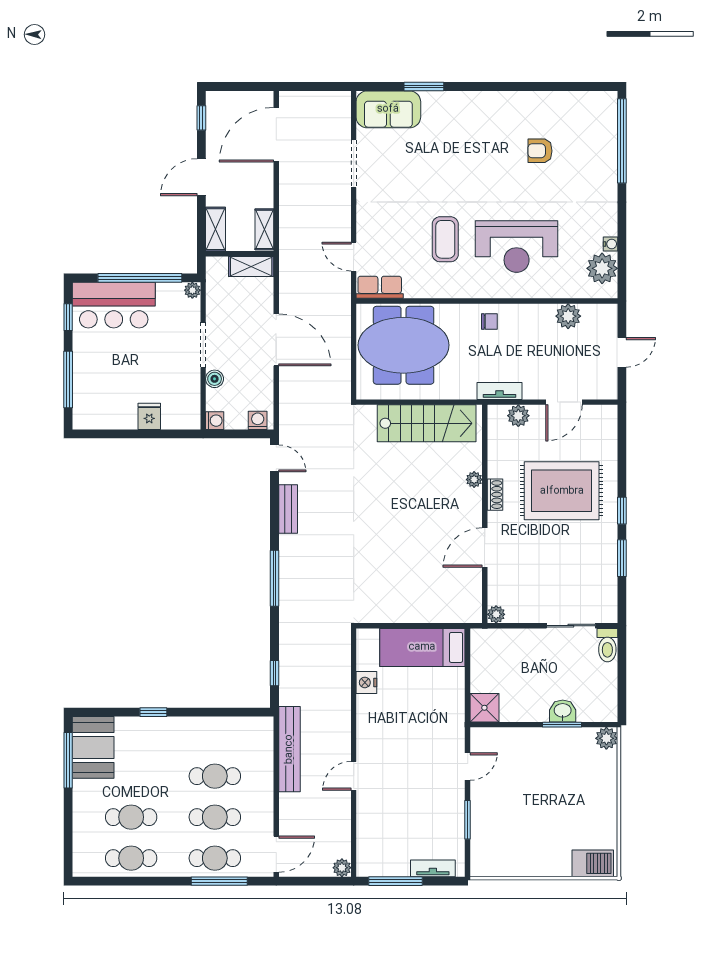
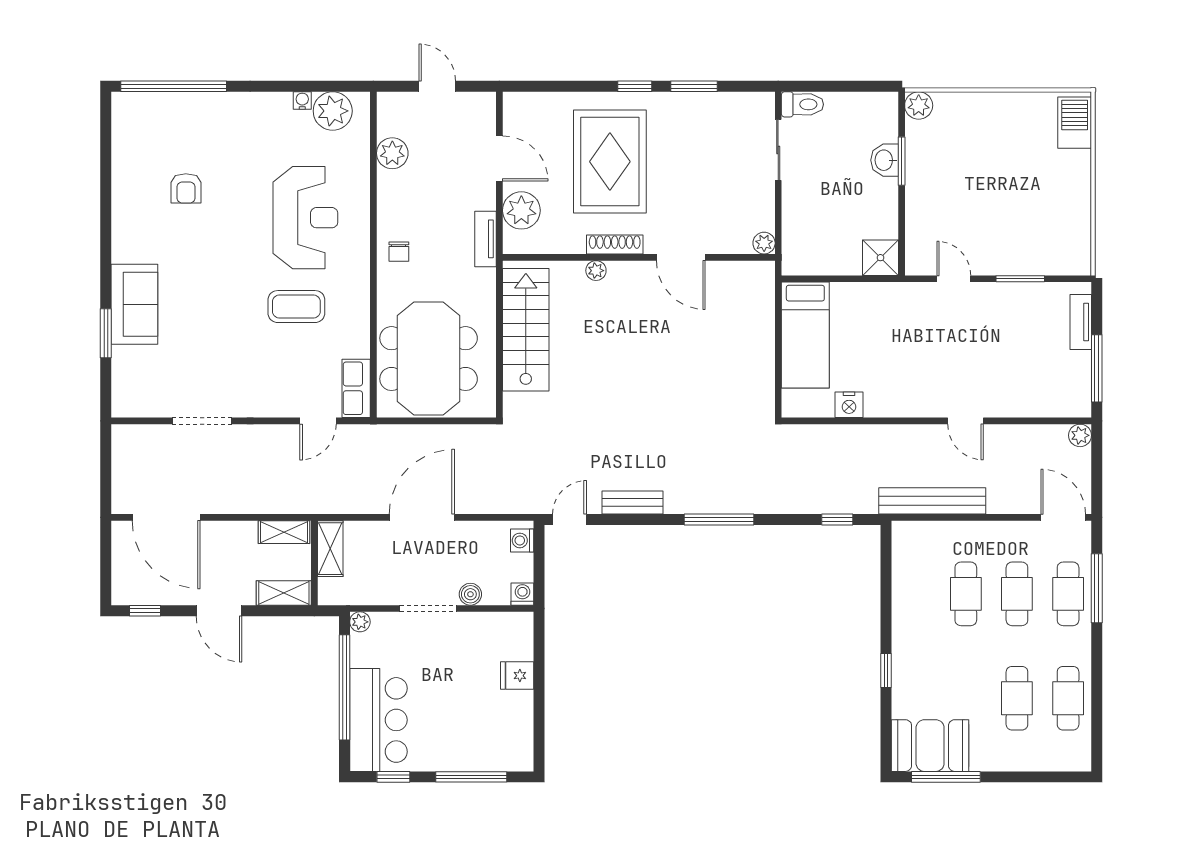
sofa: (388, 109) -> (134, 304), moved
chair: (489, 322) -> (399, 252), turned 180
plant: (518, 416) -> (521, 210), width x1.36, depth x1.36
shoe rack: (495, 495) -> (615, 245), width x1.43

